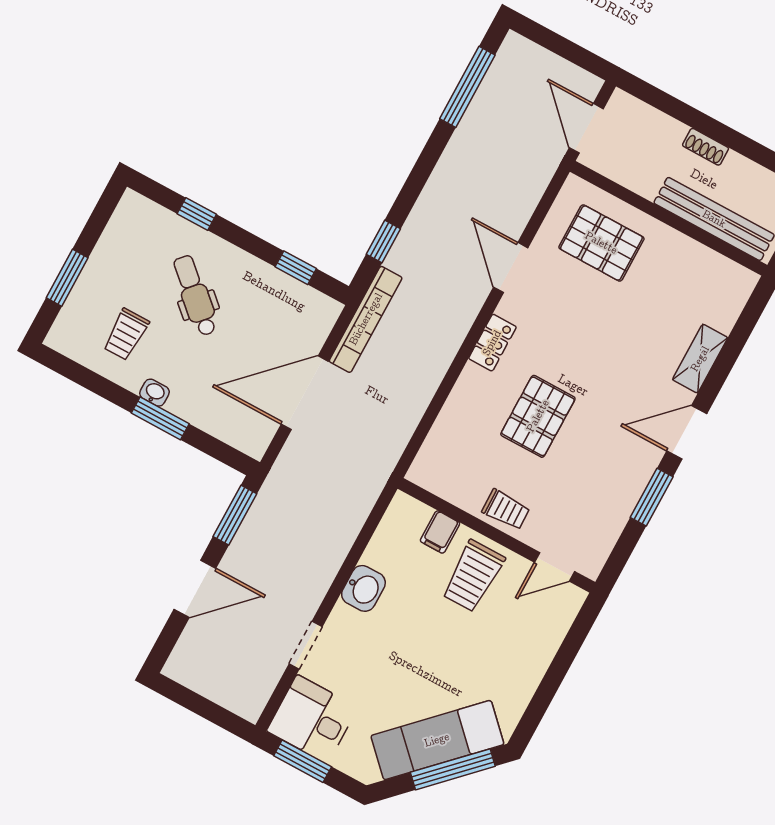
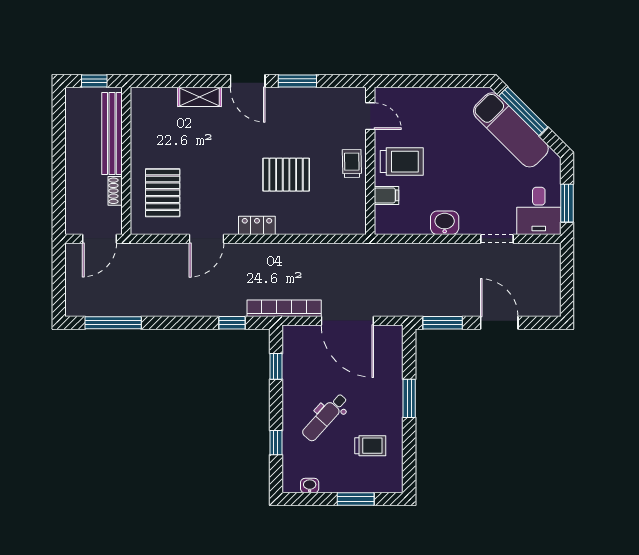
shoe rack: (706, 147) -> (115, 191), moved, turned 180
washbasin: (154, 393) -> (310, 486), moved, turned 90

